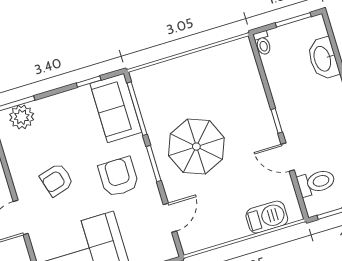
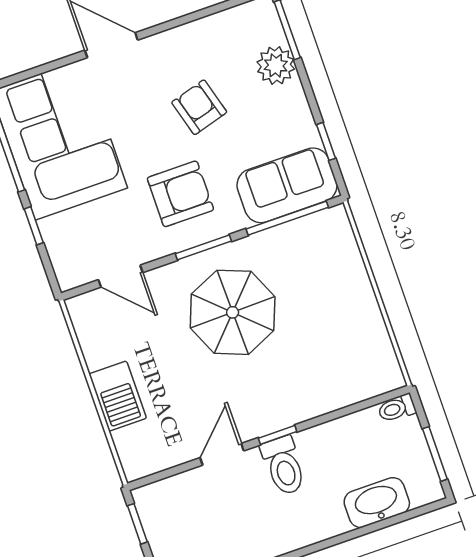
plant: (22, 117) -> (276, 65), moved
armchair: (57, 180) -> (199, 107), moved
toilet: (316, 182) -> (284, 466), moved
barbecue: (267, 217) -> (118, 396), moved

